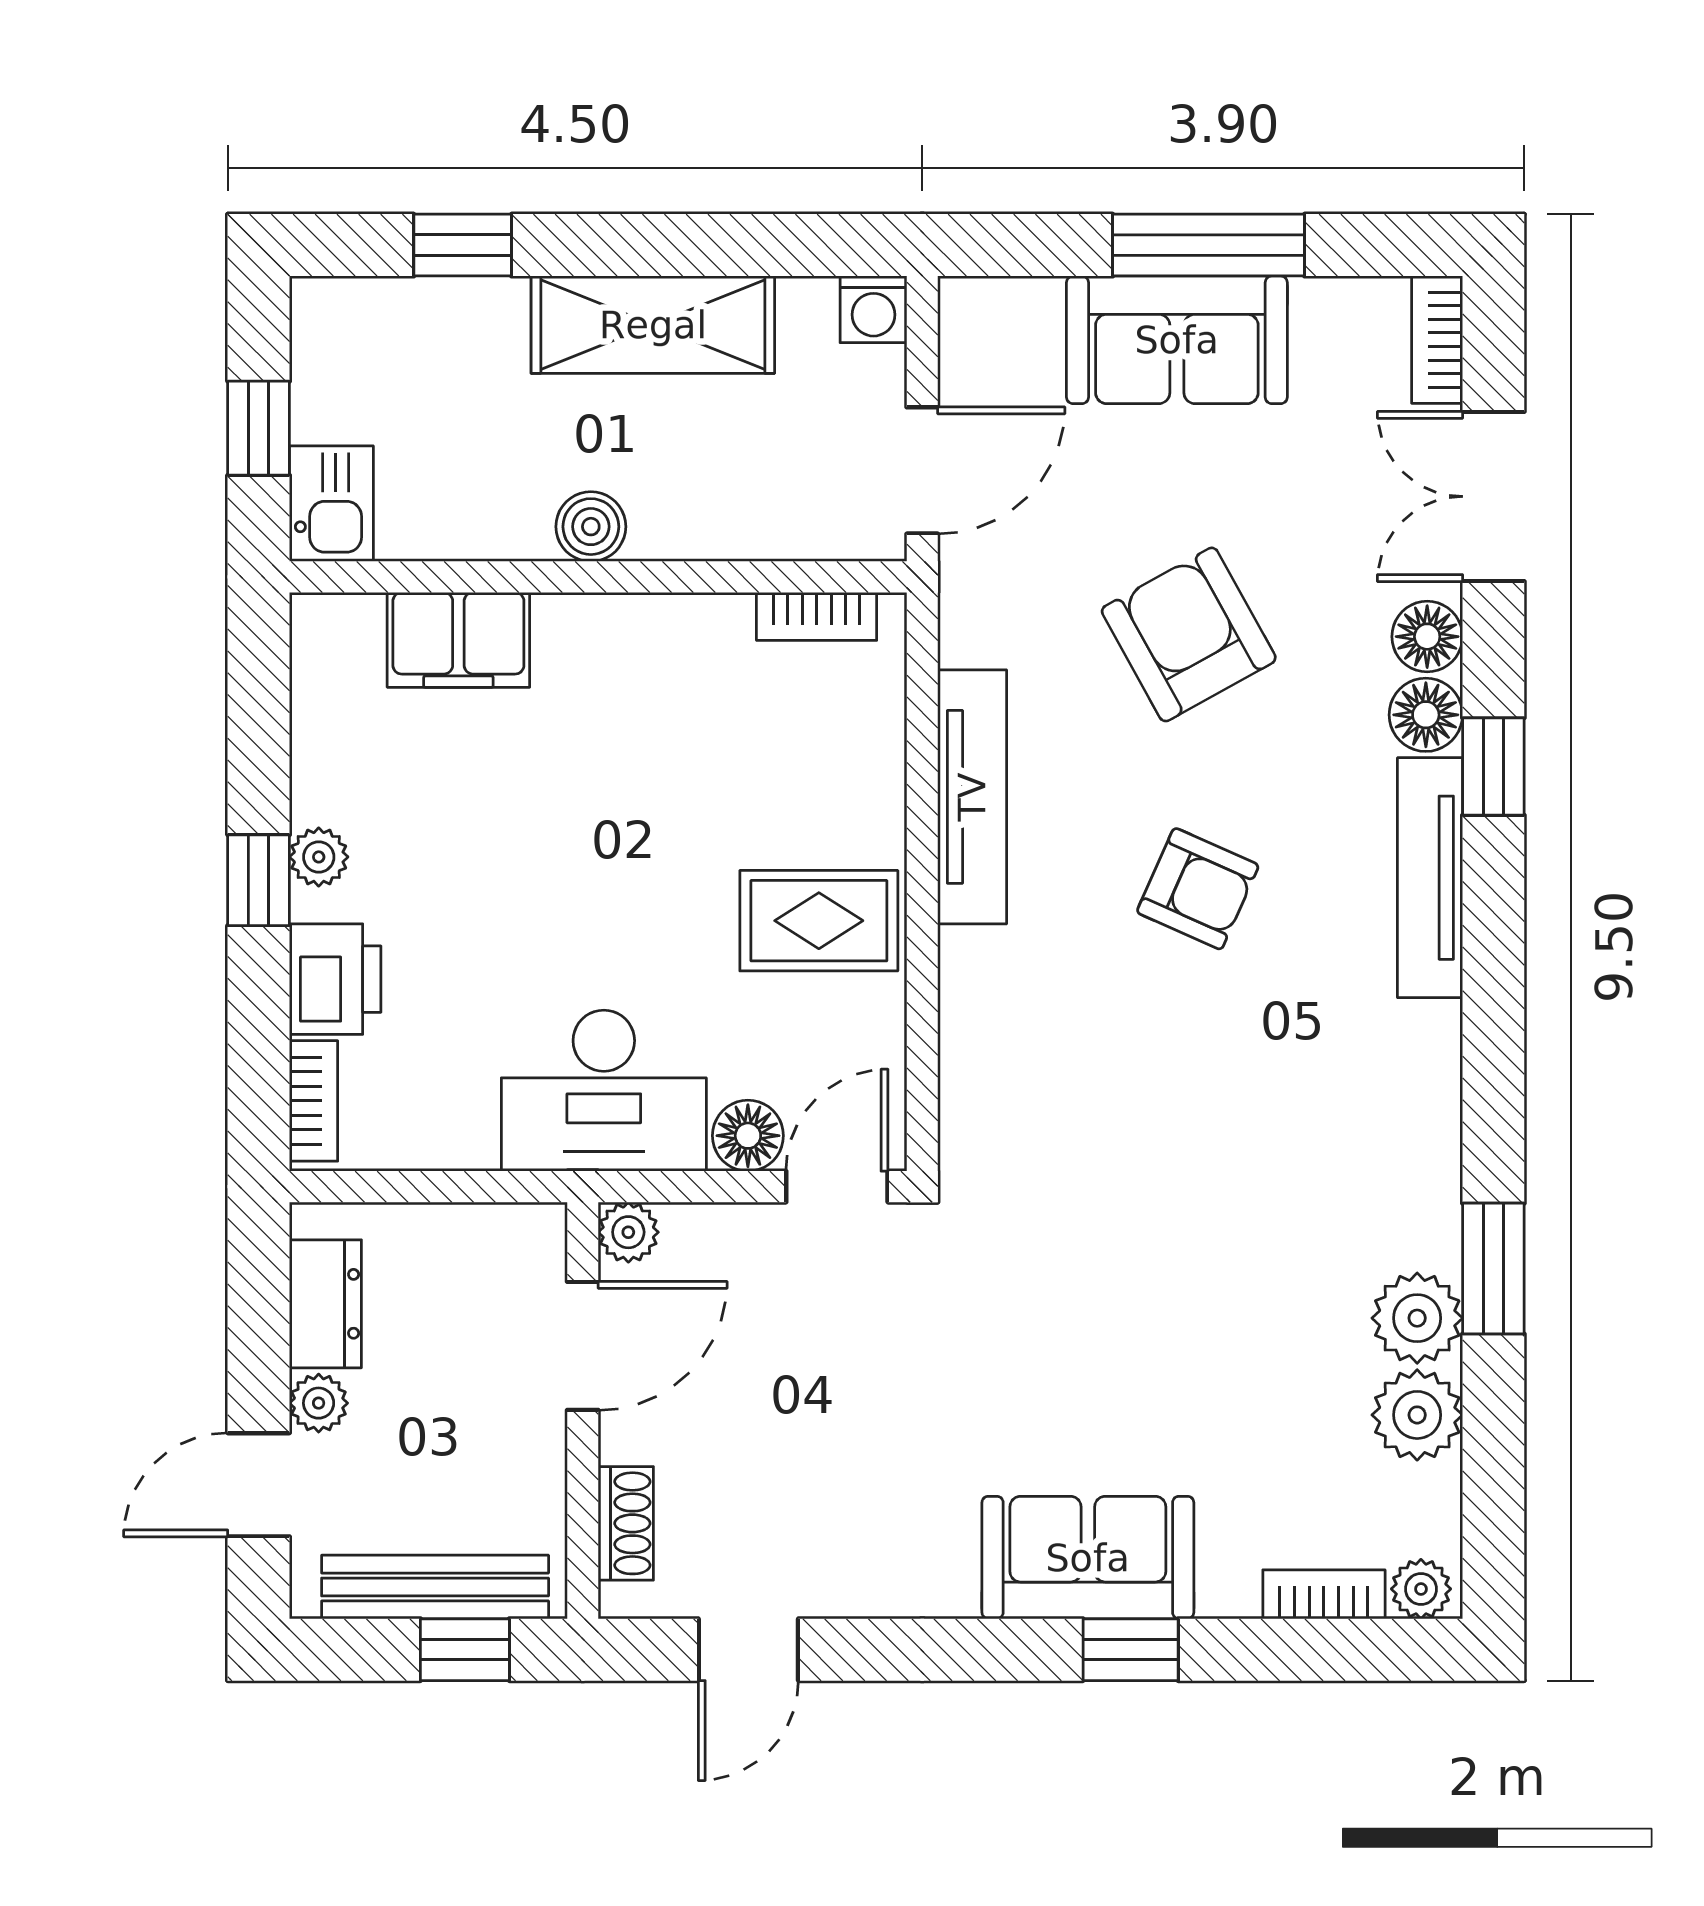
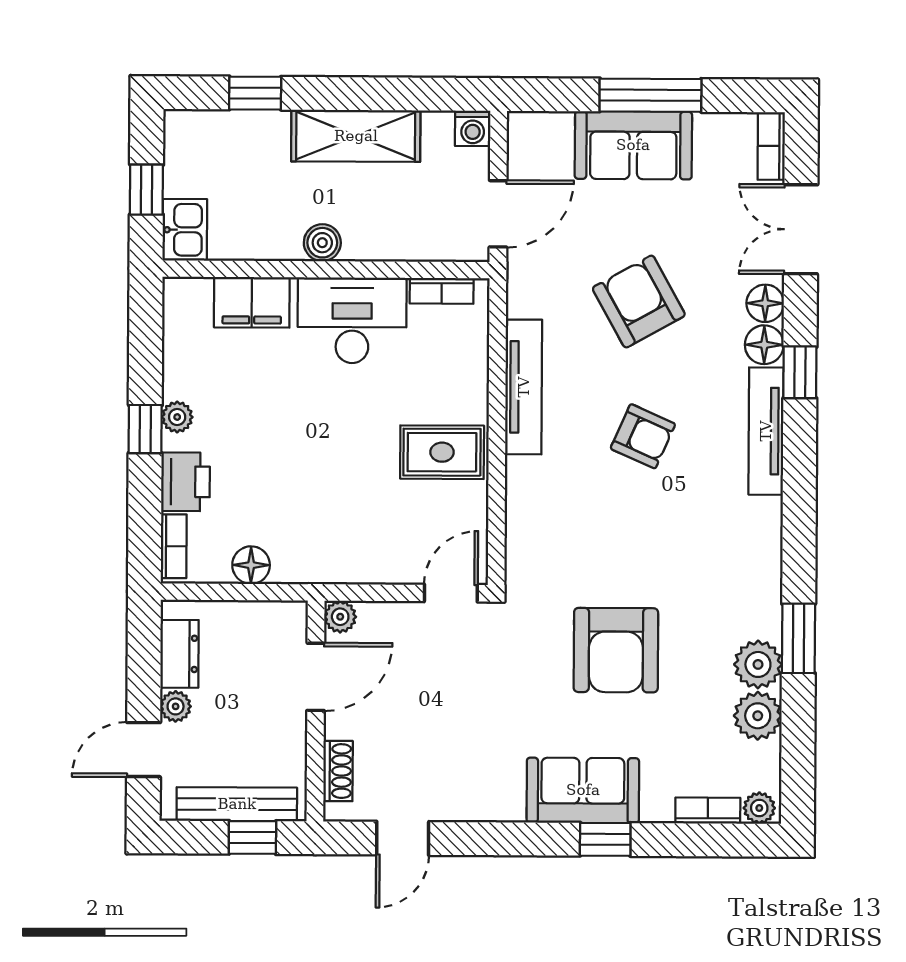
desk: (604, 1091) -> (352, 320), moved, turned 180
floor lamp: (748, 1136) -> (251, 565), moved
armchair: (1149, 1293) -> (616, 650), added

